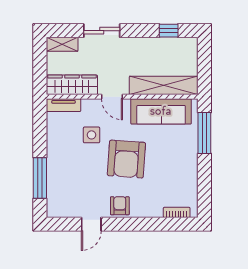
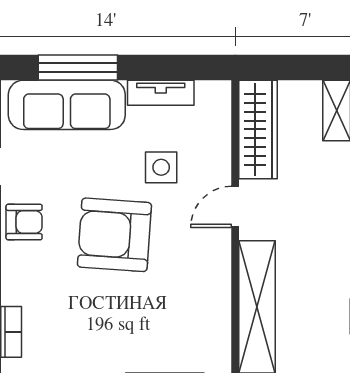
tv unit: (64, 105) -> (161, 93), moved, turned -90
sofa: (161, 111) -> (67, 105), moved, turned -90

